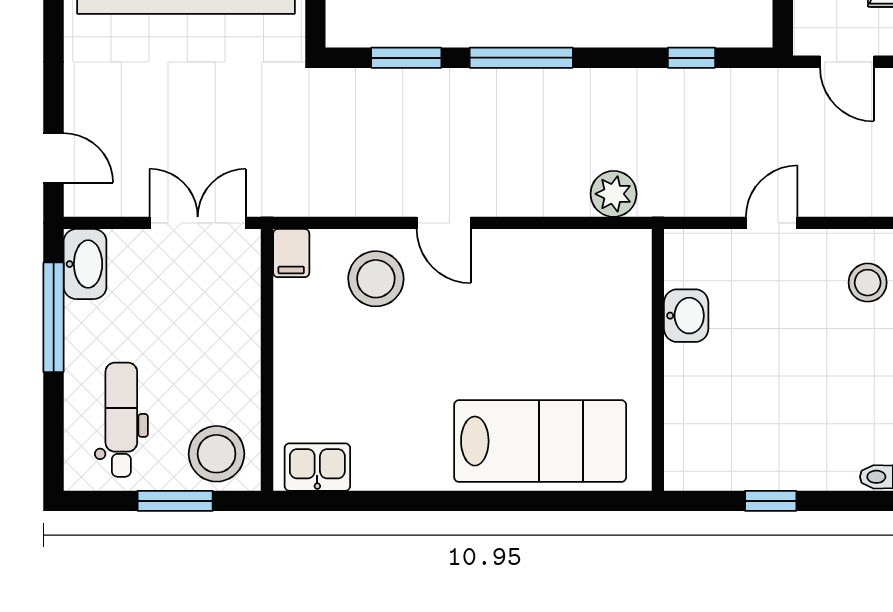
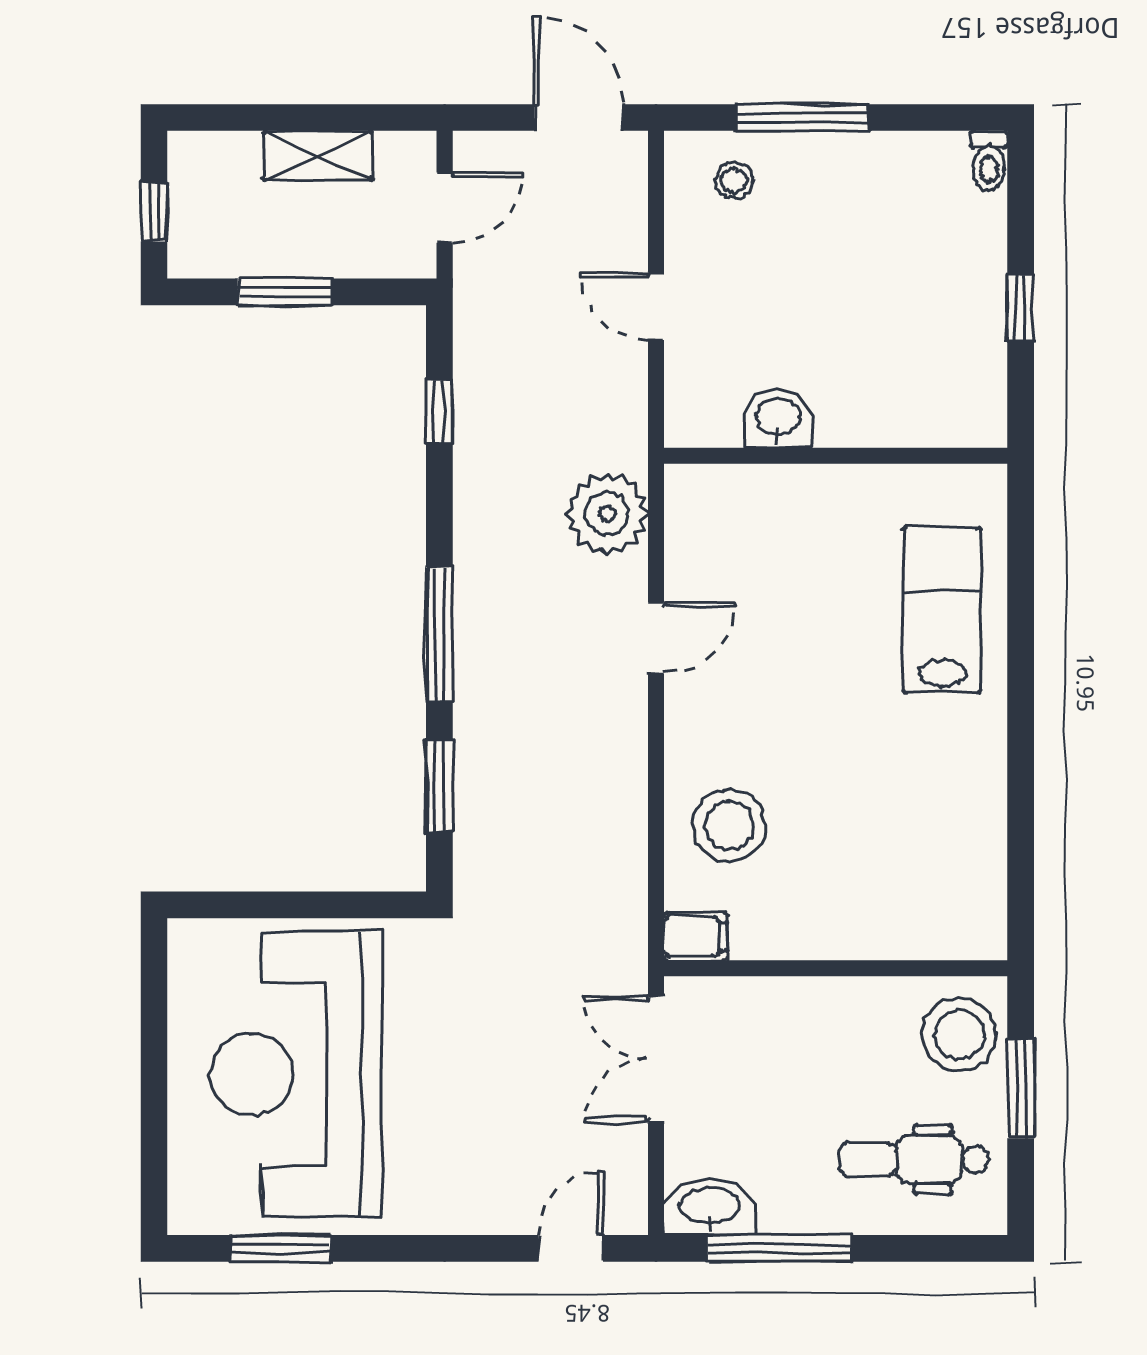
plant: (614, 194) -> (607, 514), width x1.36, depth x1.36
door: (444, 223) -> (656, 638), moved
stool: (868, 283) -> (734, 180), width x0.73, depth x0.73
lab bench: (540, 441) -> (942, 610), width x0.73, depth x0.72
kitchen sink: (317, 467) -> (976, 902), removed

